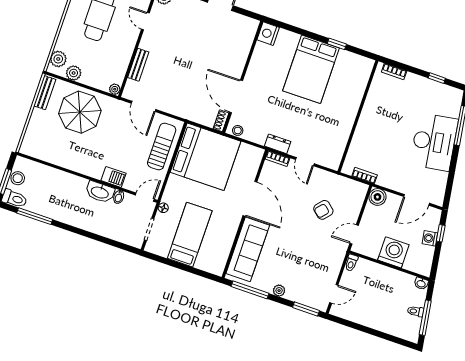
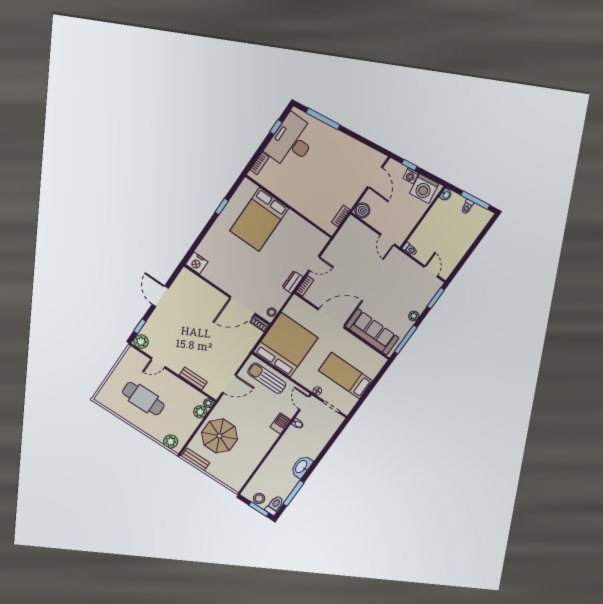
bed: (311, 69) -> (259, 219), moved, turned 90
plant: (74, 73) -> (200, 412), moved
desk: (434, 142) -> (291, 142), moved, turned -81
washbasin: (100, 192) -> (302, 467), moved, turned 180
armchair: (323, 210) -> (359, 260), removed
washing machine: (393, 252) -> (424, 189), moved, turned -99

